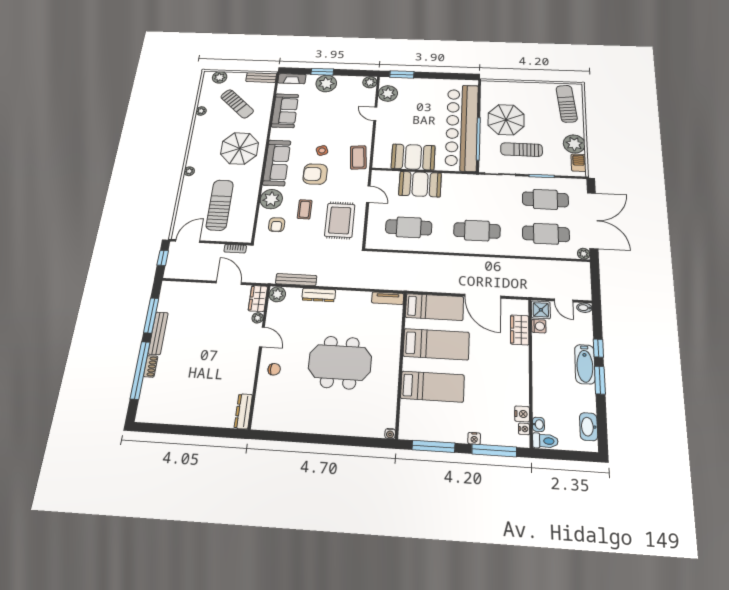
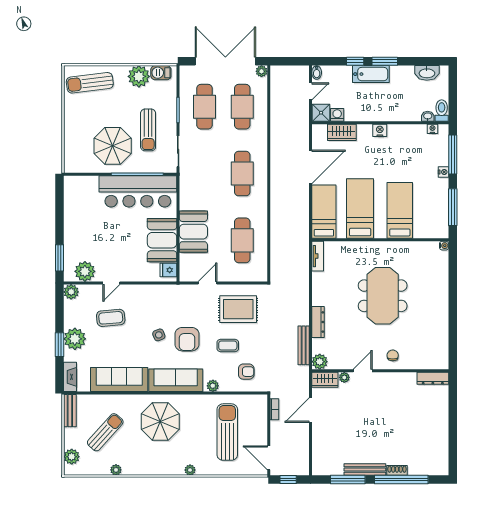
sofa: (285, 111) -> (119, 380), width x1.36
bar counter: (462, 127) -> (138, 191), width x0.73
coffee table: (358, 157) -> (111, 318), moved
fridge: (384, 161) -> (168, 270), added
plant: (271, 199) -> (213, 386), width x0.53, depth x0.53
sun lounger: (220, 205) -> (227, 432), turned 90
nightstand: (522, 414) -> (380, 130), moved

